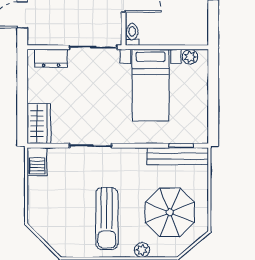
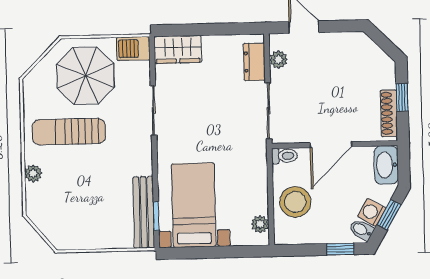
stool: (172, 26) -> (295, 202), added
plant: (49, 38) -> (278, 59), added
bed with nightstands: (151, 85) -> (194, 205), moved, turned 90
parasol: (170, 212) -> (85, 76), moved

